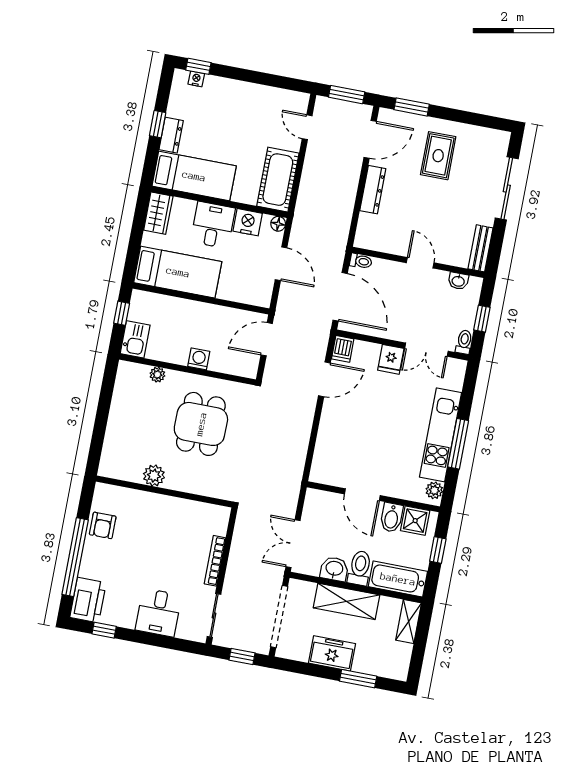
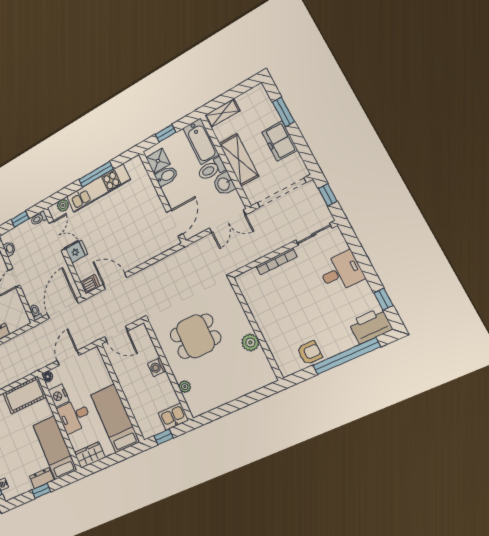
plant: (434, 490) -> (63, 205), moved
door: (362, 495) -> (175, 223), moved

